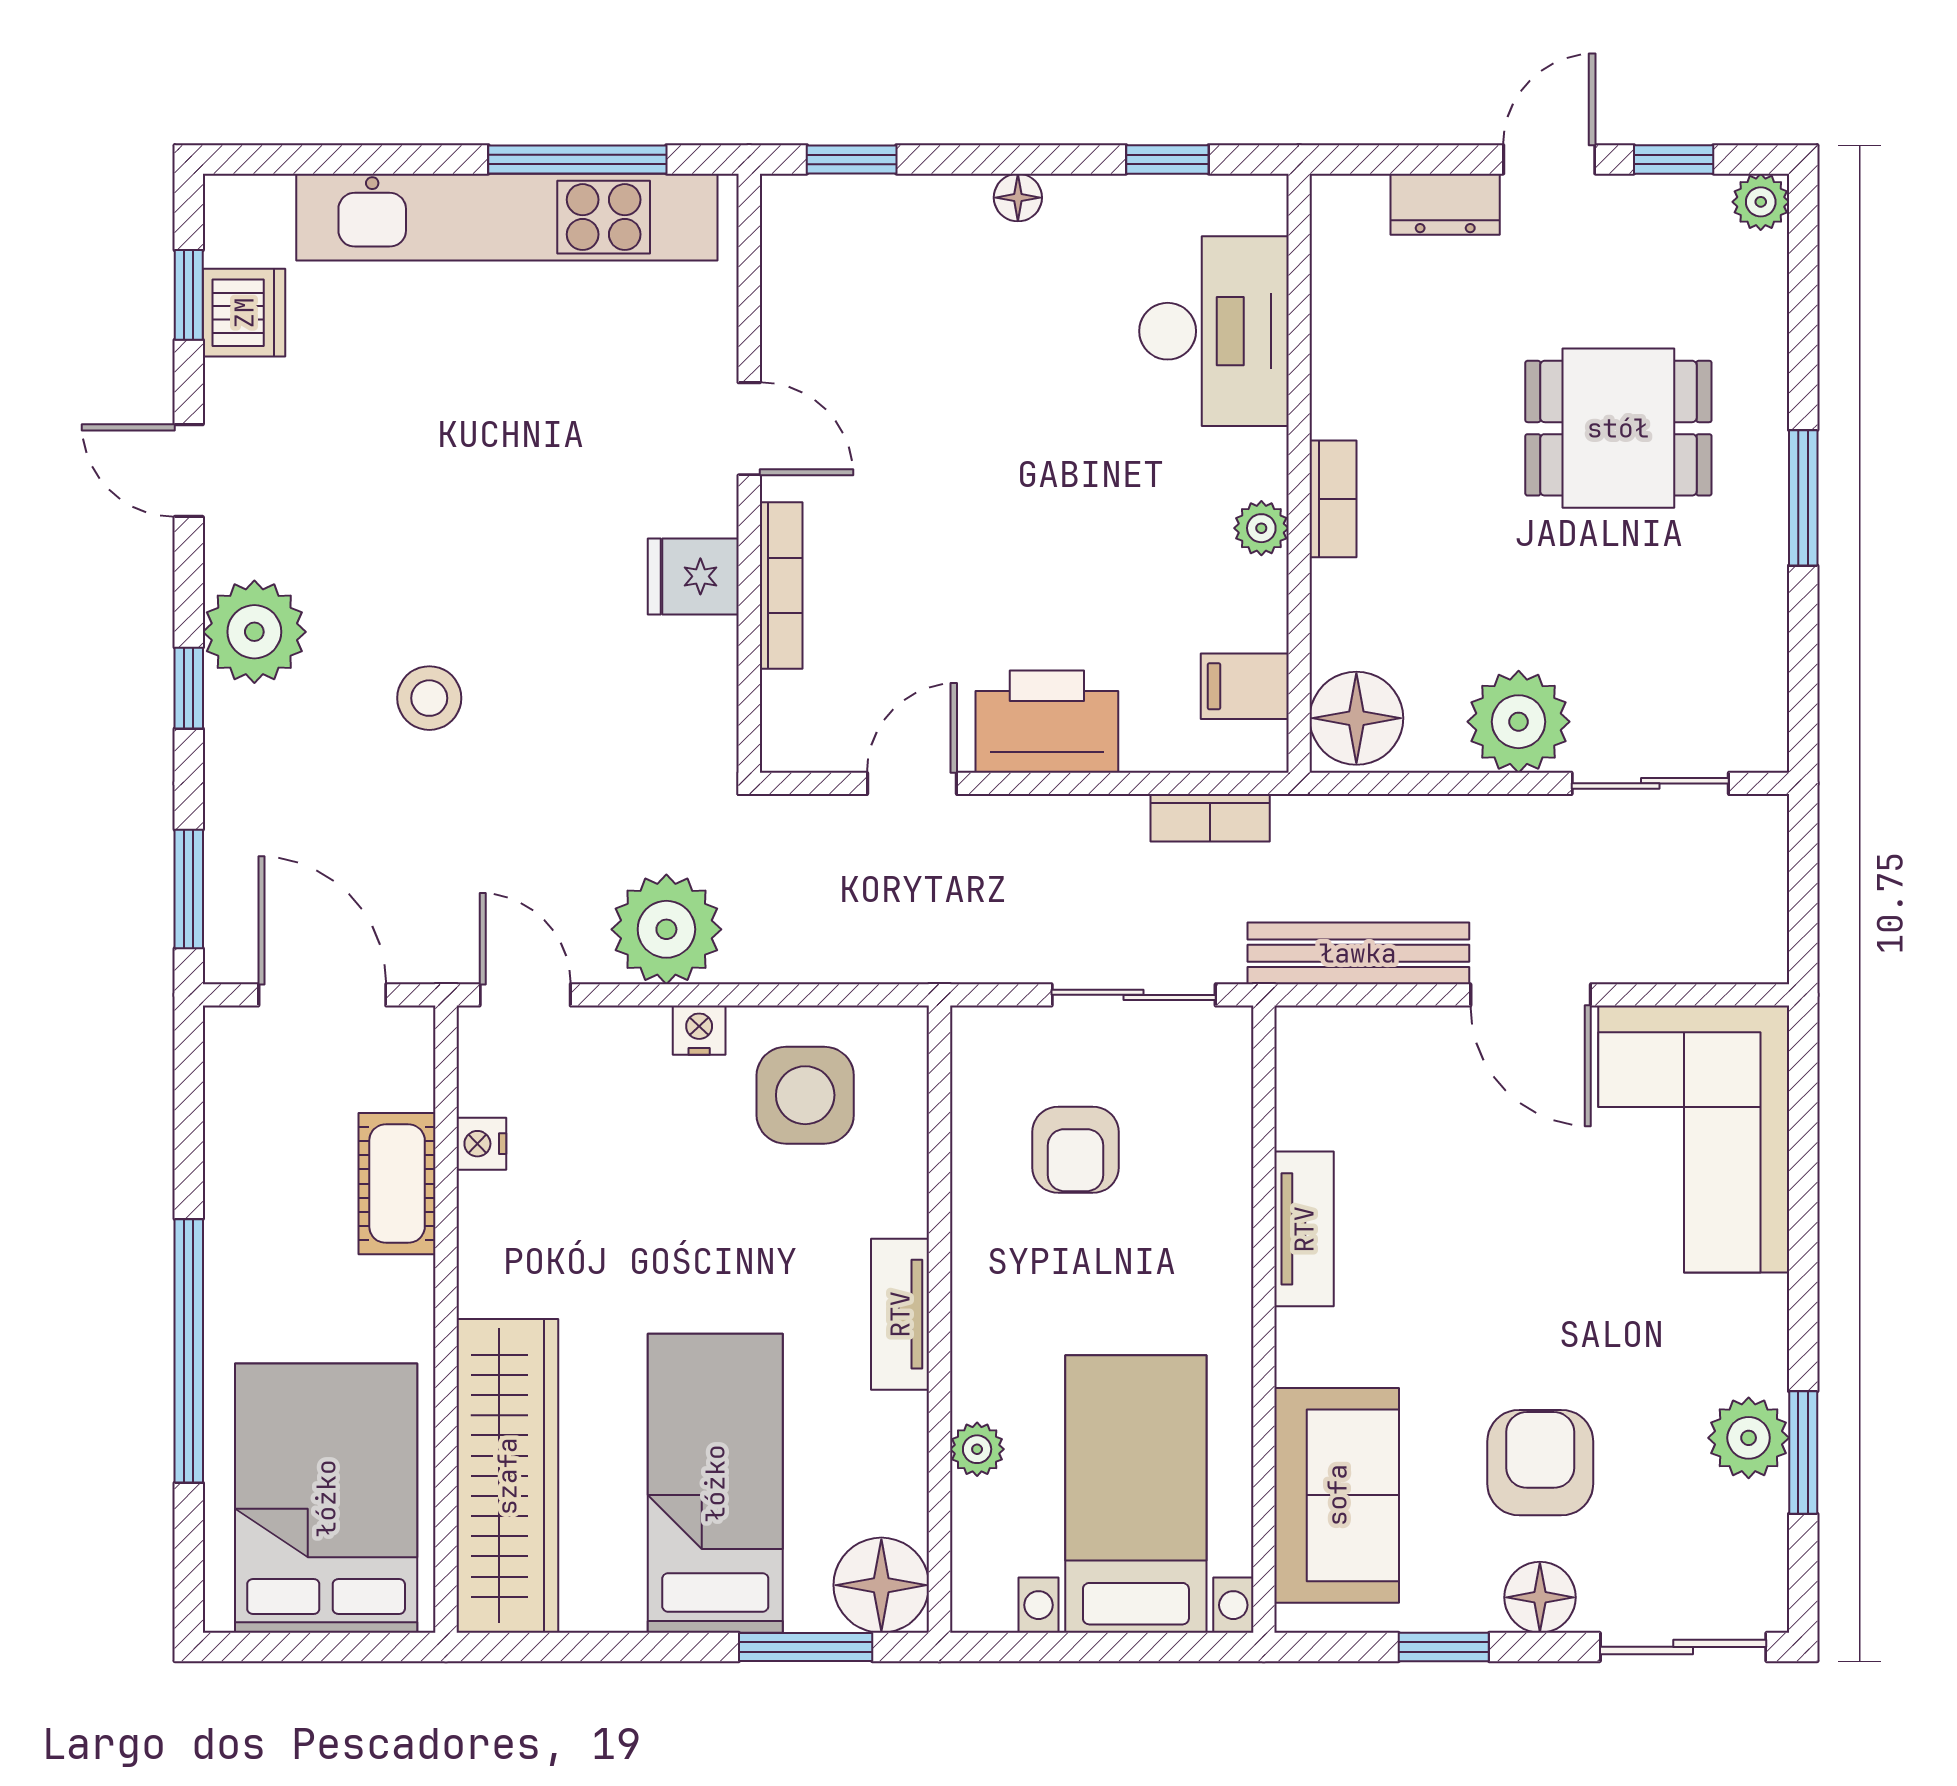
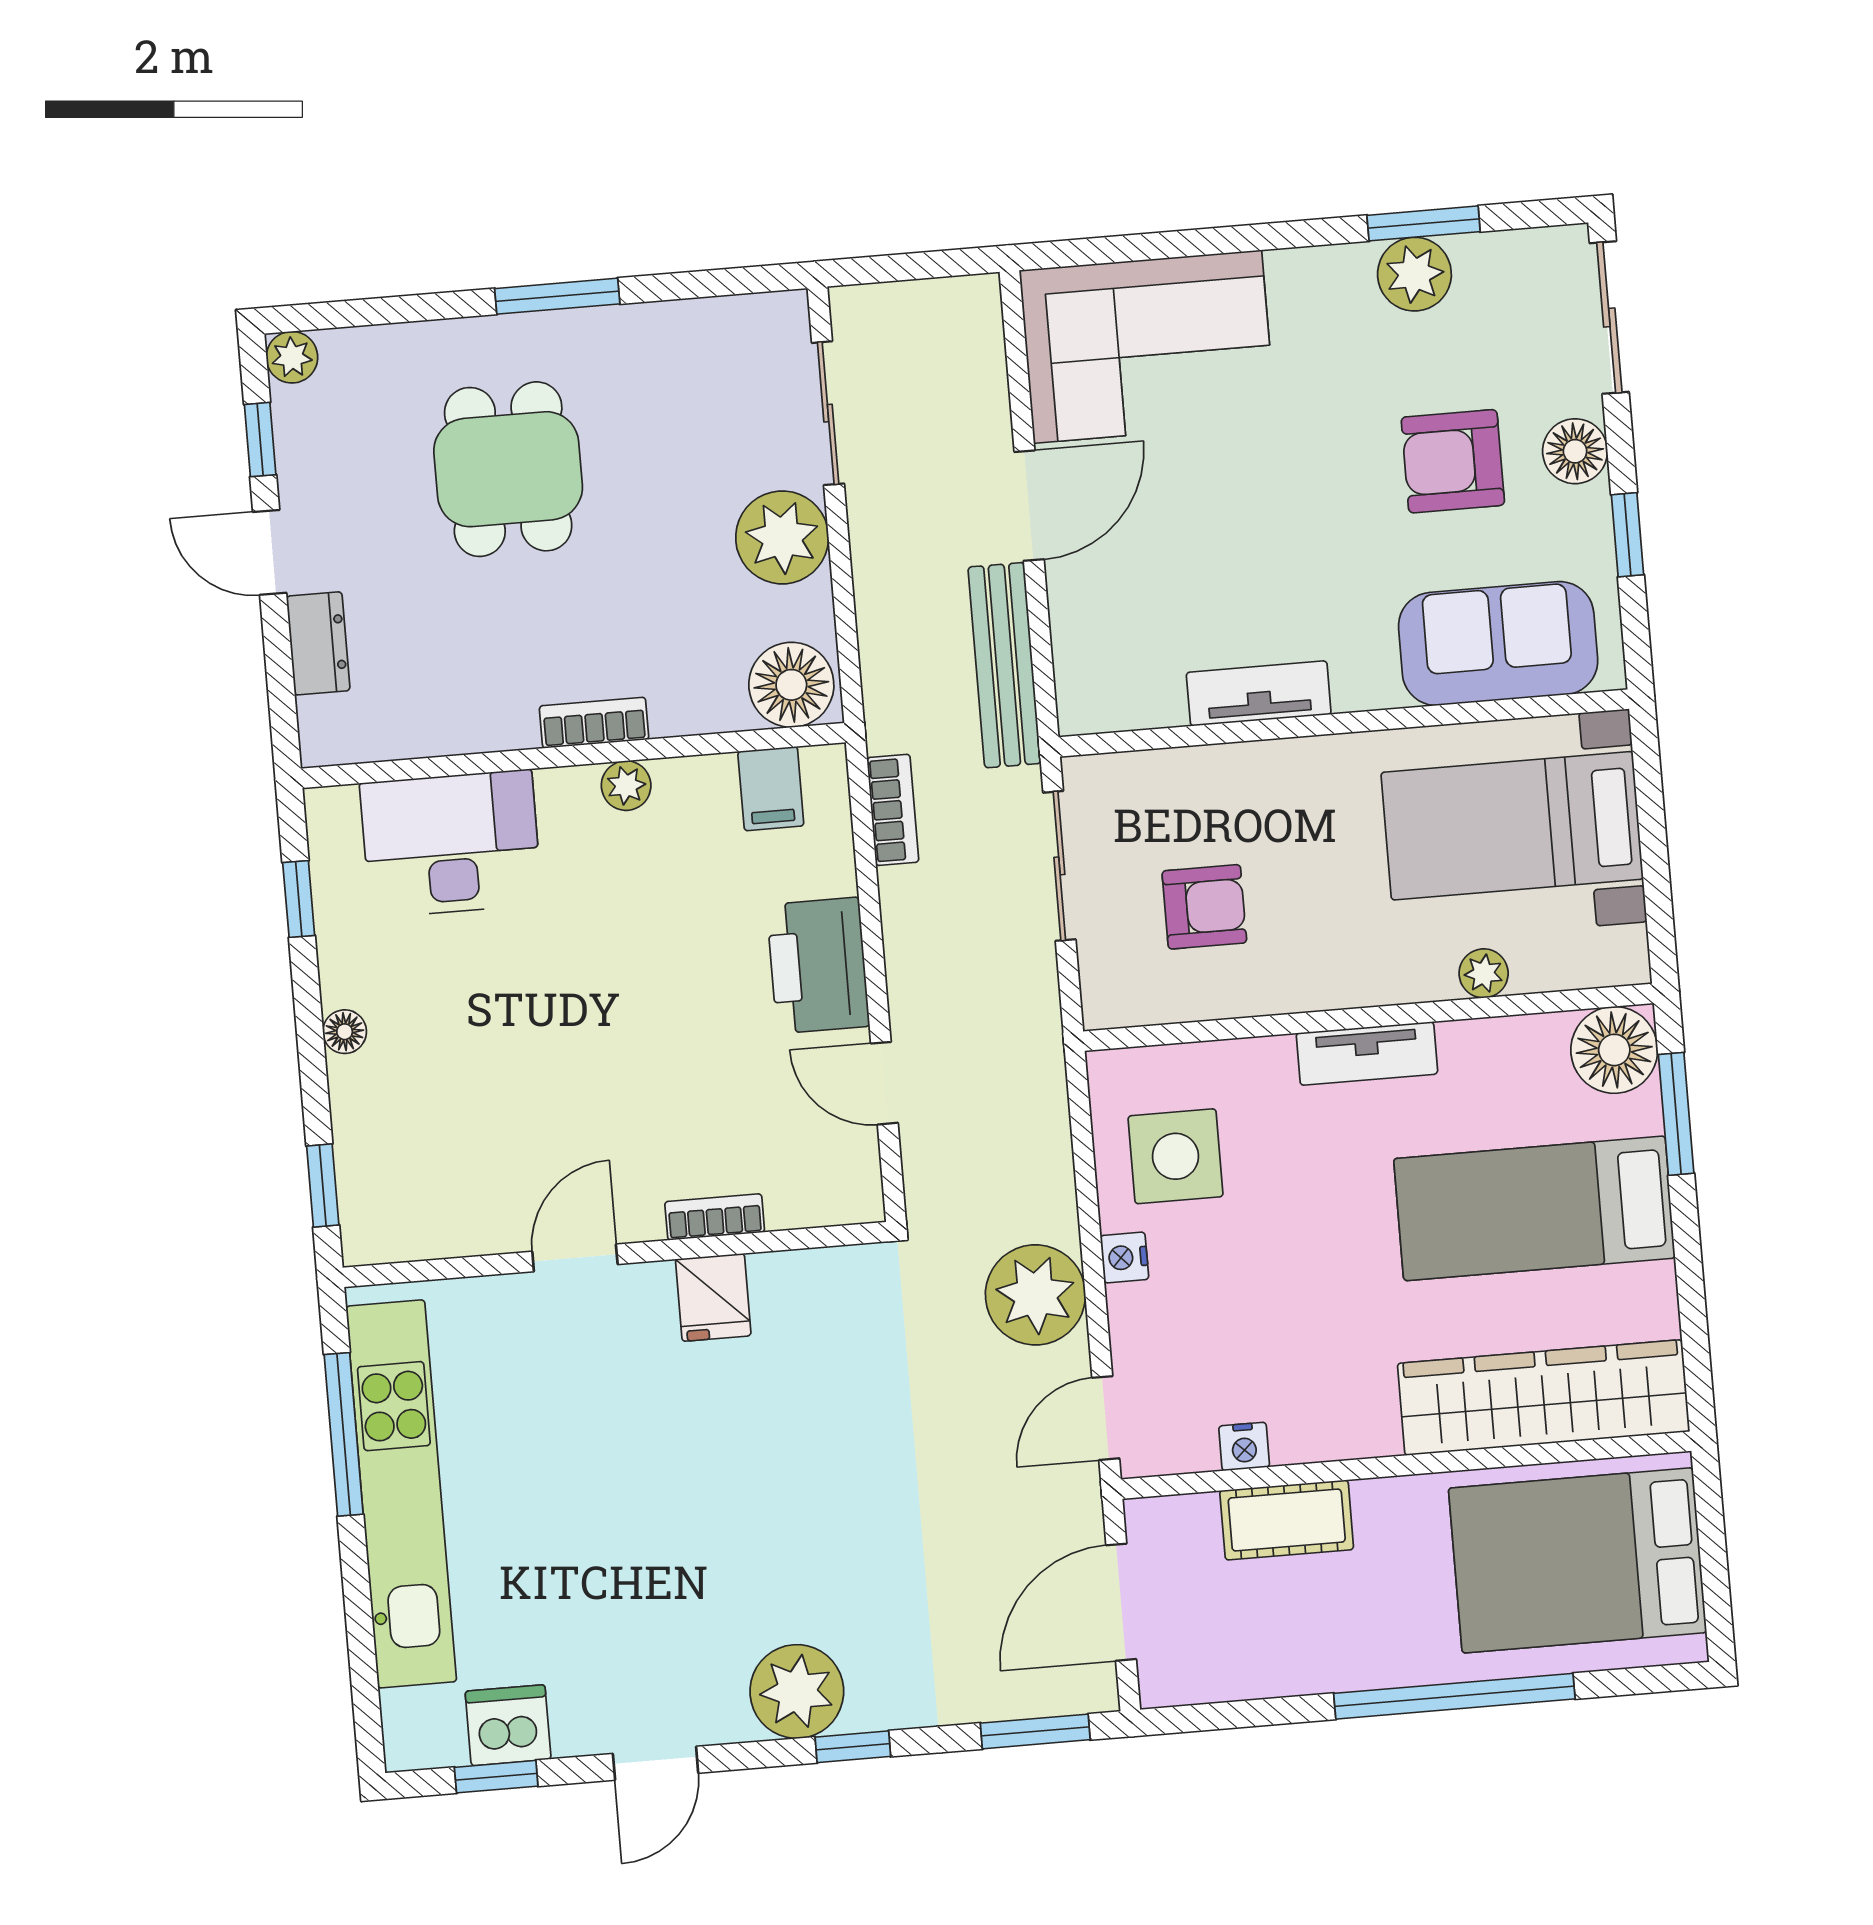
bookcase: (781, 585) -> (715, 1217), width x0.64
stool: (429, 698) -> (844, 1528), removed

